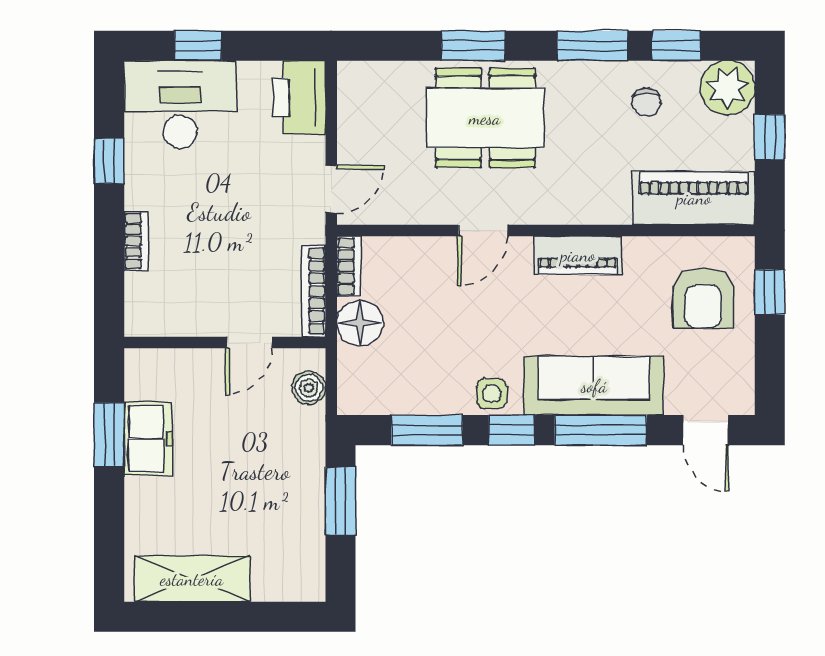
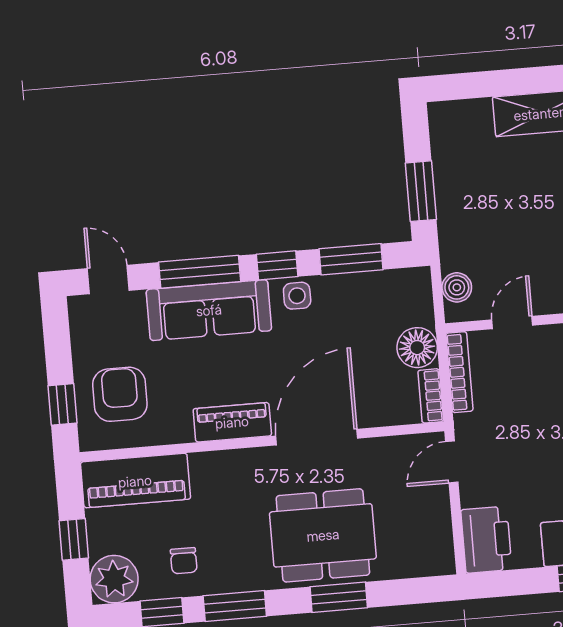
chair: (646, 102) -> (184, 561), turned 180
door: (483, 230) -> (317, 437), width x1.87

